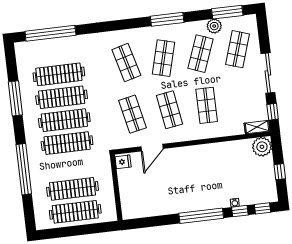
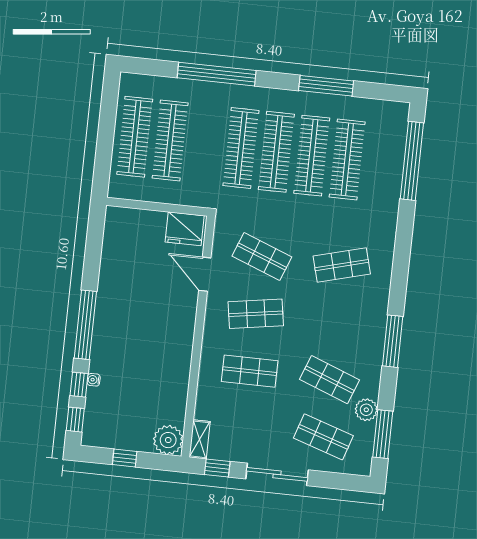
shop shelf: (163, 58) -> (336, 322), removed
shop shelf: (133, 114) -> (262, 256), turned 33
fridge: (123, 162) -> (185, 229), width x1.88, depth x1.34

